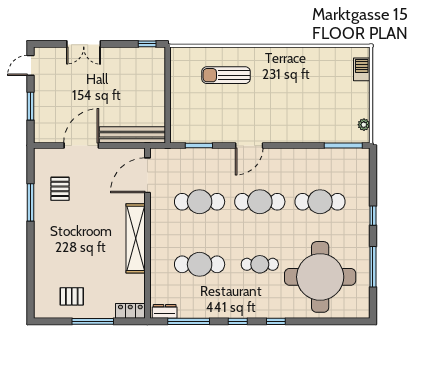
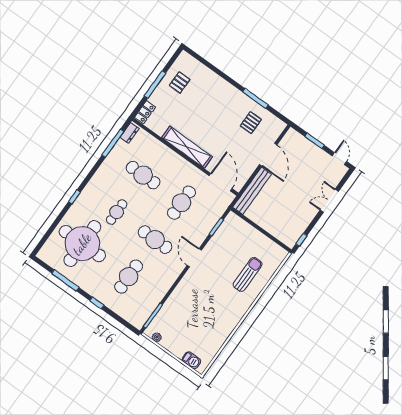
pallet: (60, 189) -> (251, 123), turned 90
cafe table: (260, 202) -> (155, 240), turned 90
cafe table: (200, 264) -> (143, 175), turned 90
window: (238, 321) -> (91, 173), removed

